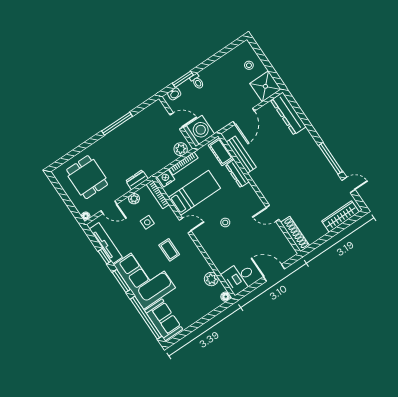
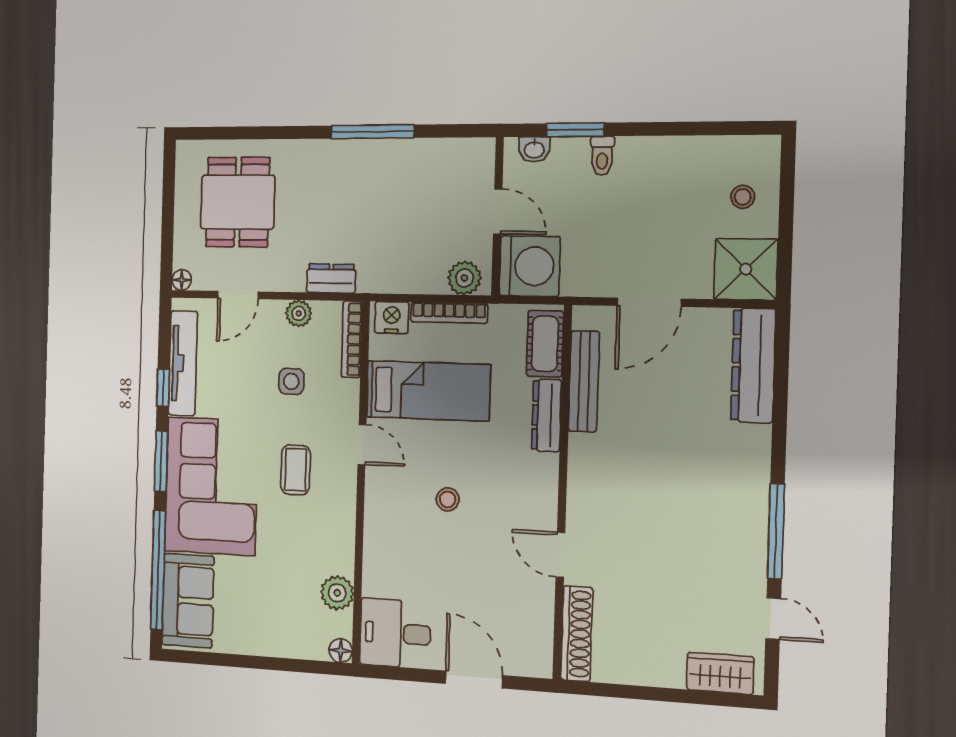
door: (109, 207) -> (238, 295), hinge flipped
wardrobe: (340, 216) -> (720, 673), width x0.67

